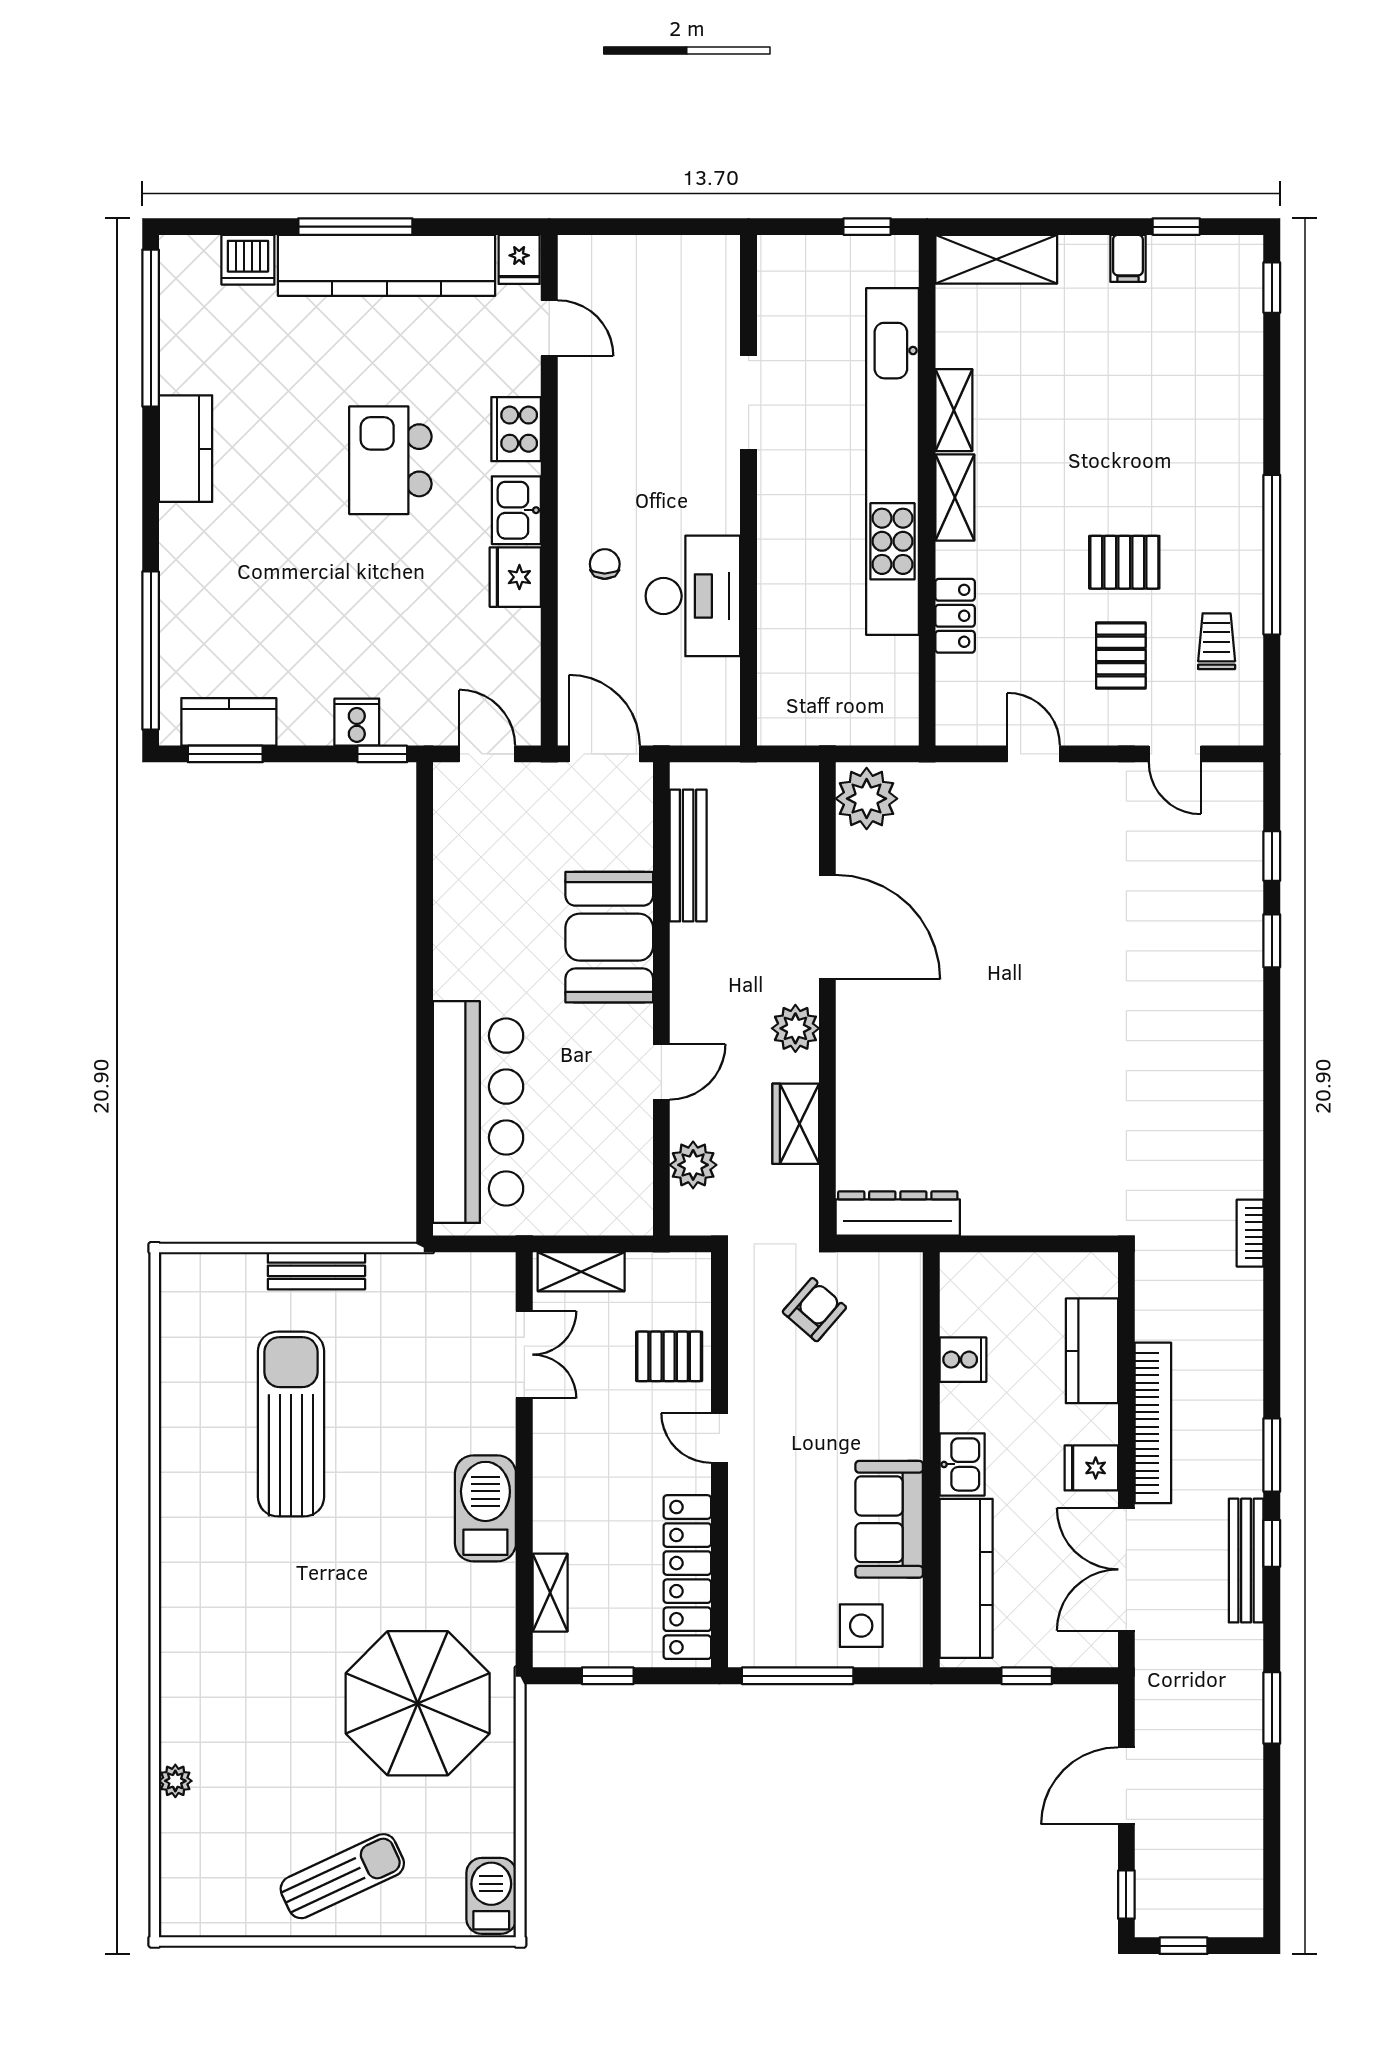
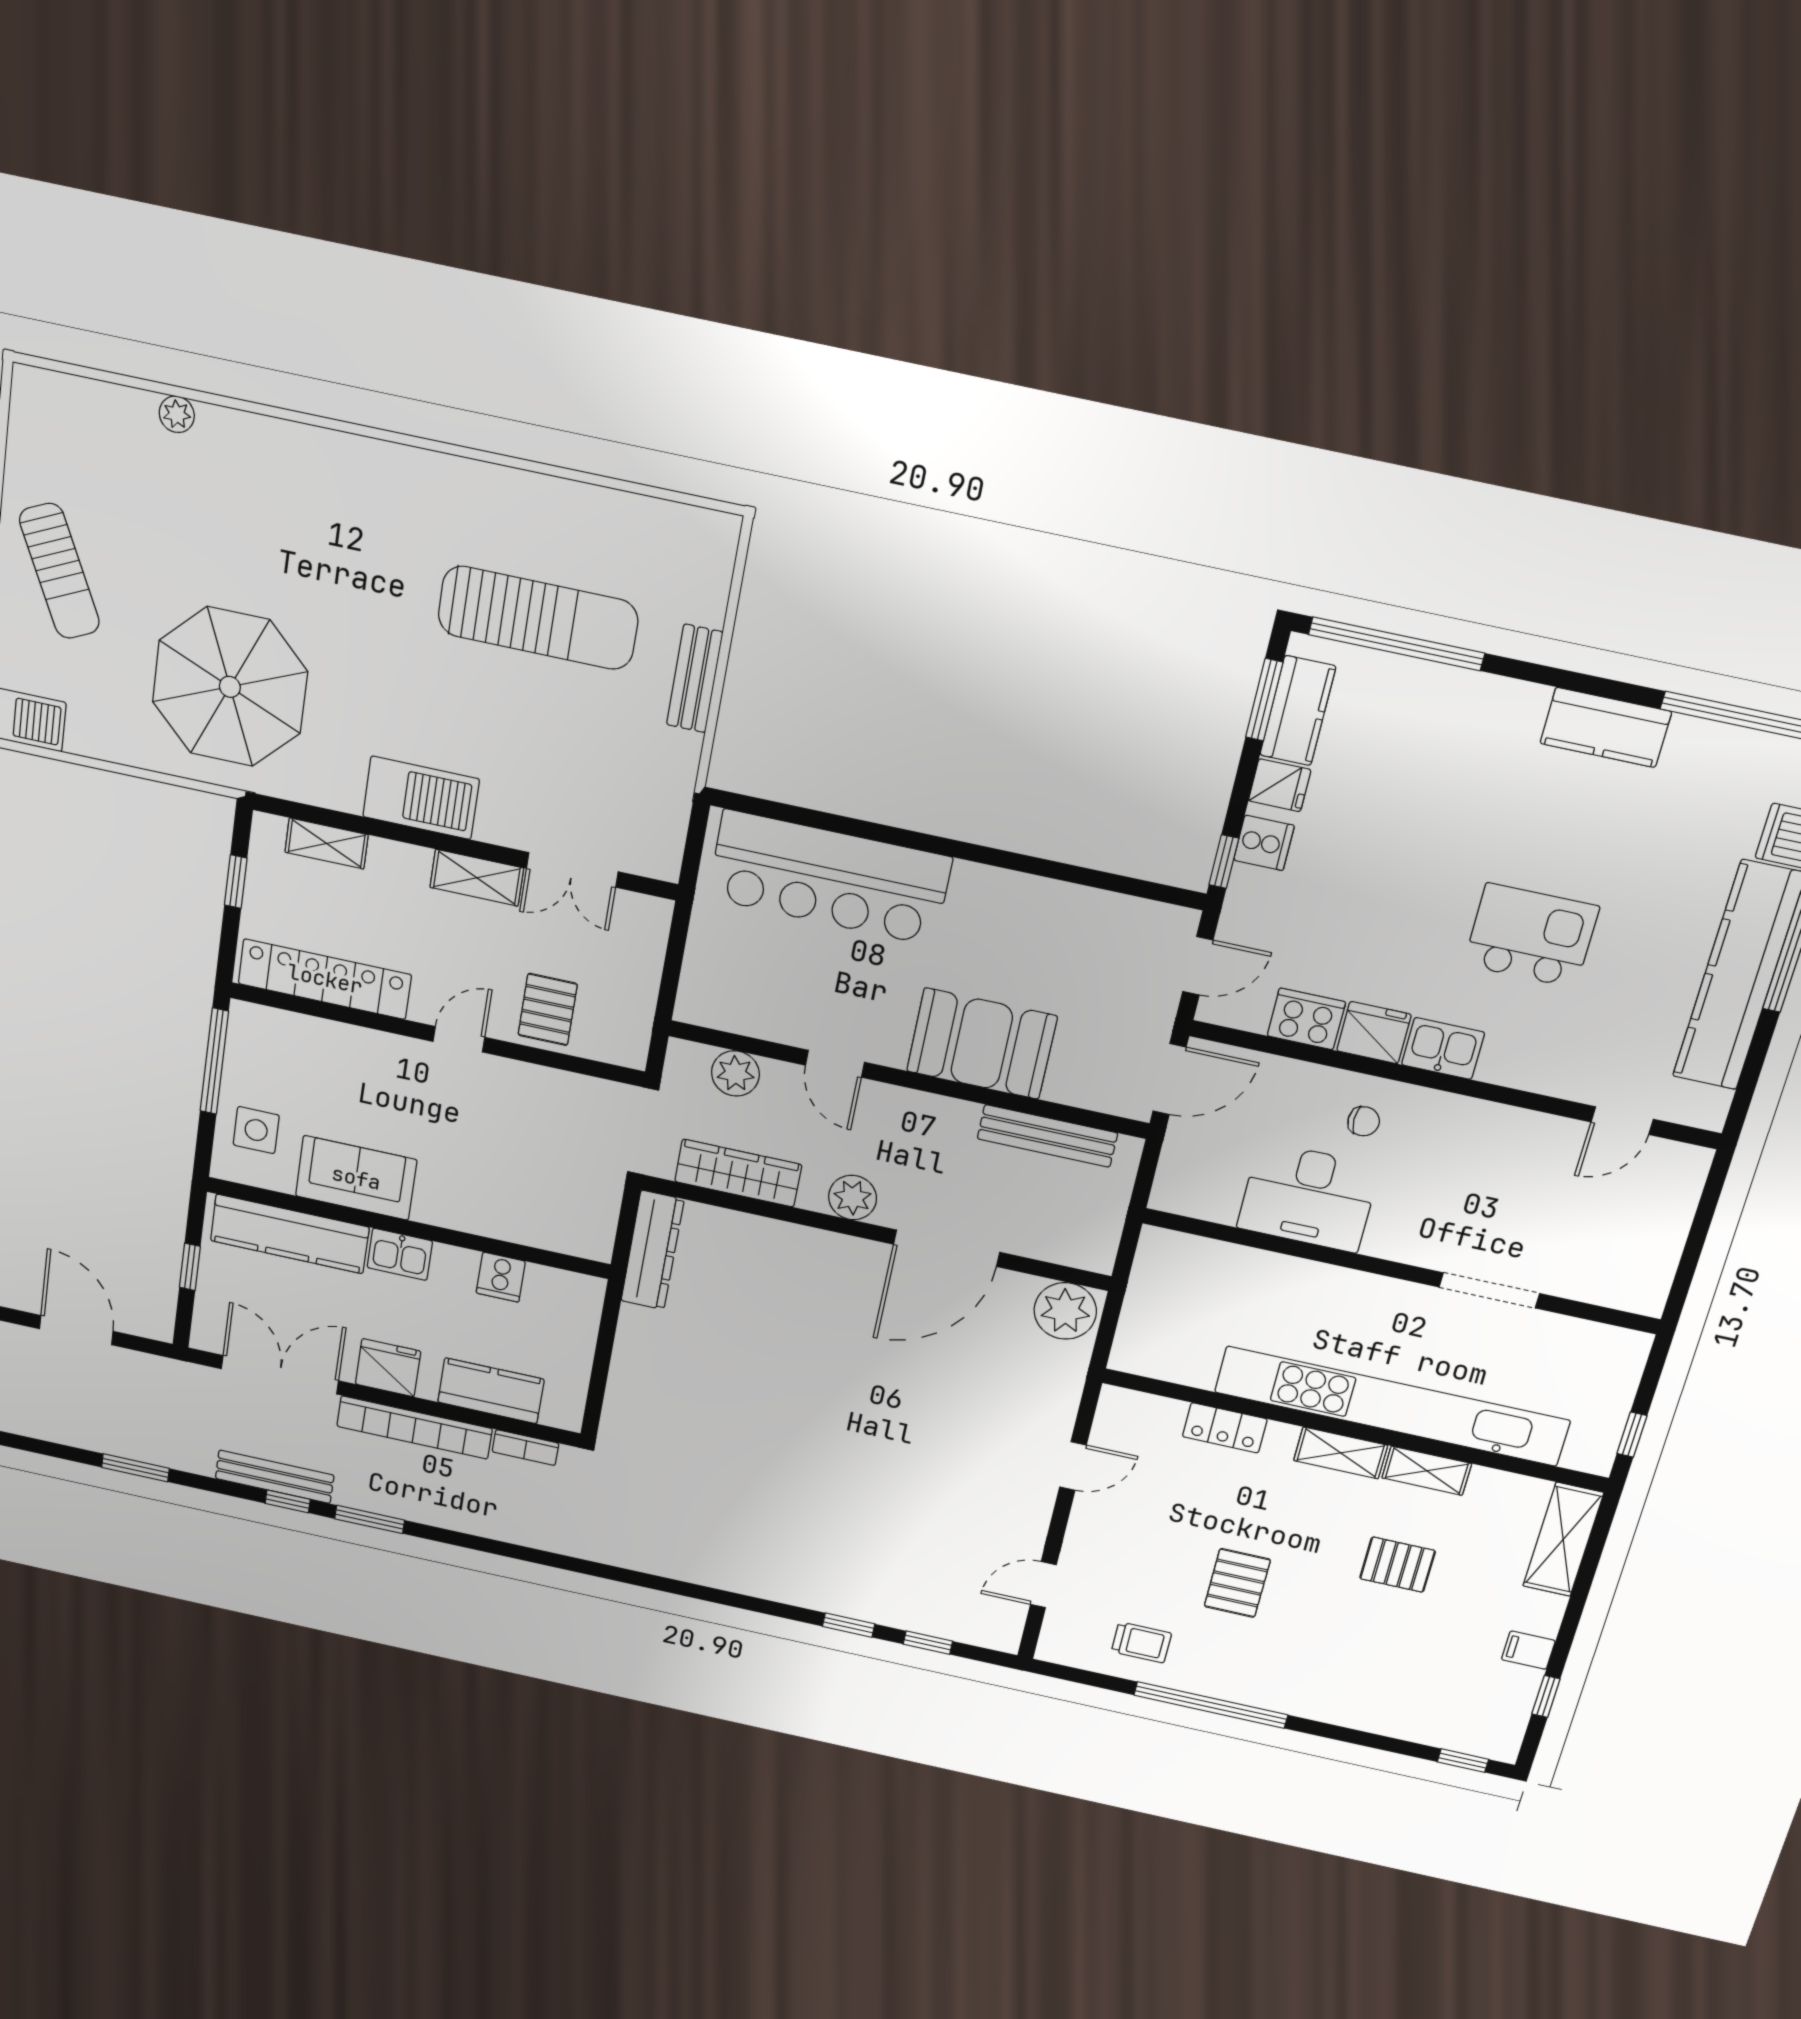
fridge: (519, 259) -> (1280, 785), moved, turned 180
cooker: (516, 429) -> (1306, 1019), moved
pallet: (1121, 655) -> (1398, 1565), moved
wardrobe: (796, 1124) -> (738, 1173), width x1.50
bookcase: (1250, 1233) -> (525, 1448), moved, turned 180
shelving: (581, 1272) -> (477, 878), moved, turned 90
armchair: (814, 1310) -> (572, 1155), removed
fridge: (1091, 1468) -> (388, 1368), width x1.38

